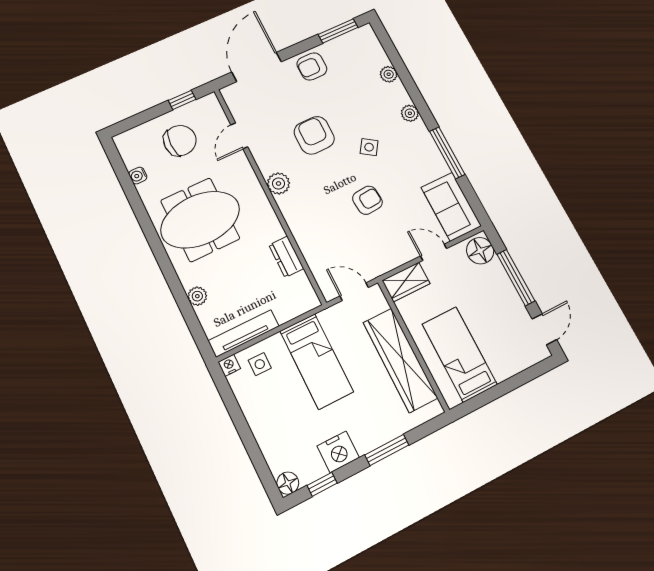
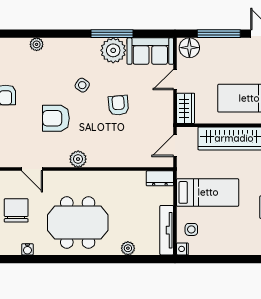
plant: (410, 113) -> (113, 50), moved, width x1.87, depth x1.87
meeting table: (200, 220) -> (78, 223), turned 90
dresser: (286, 257) -> (160, 178), moved

